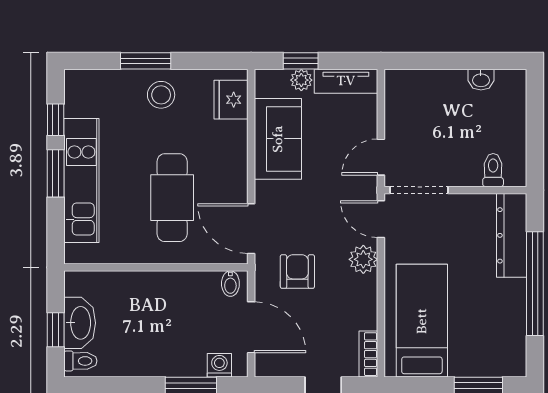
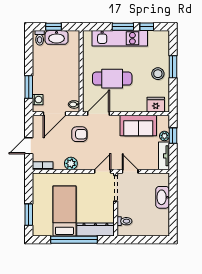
washbasin: (481, 80) -> (163, 197), moved, width x1.91, depth x1.45
plant: (363, 259) -> (71, 163), moved
bed: (422, 321) -> (64, 211), moved, turned -90

